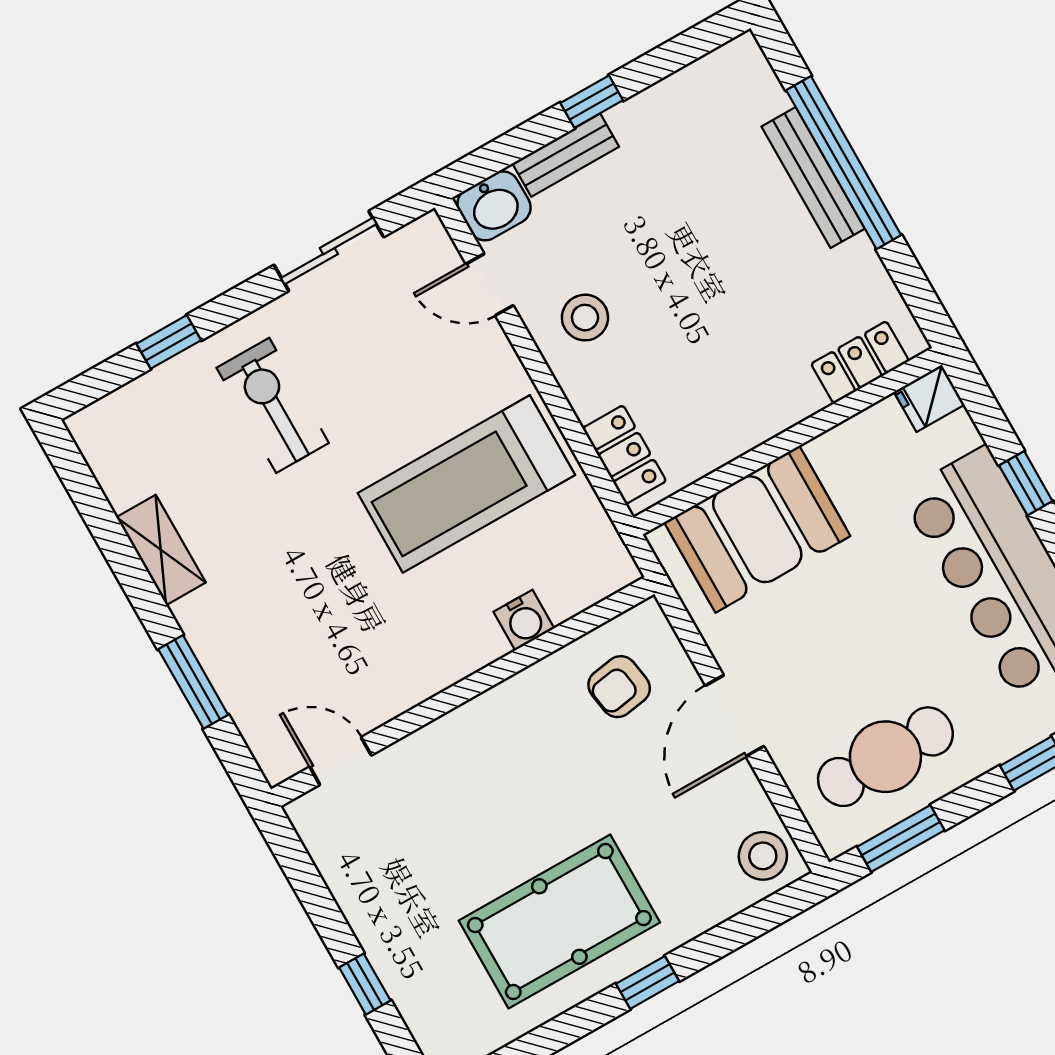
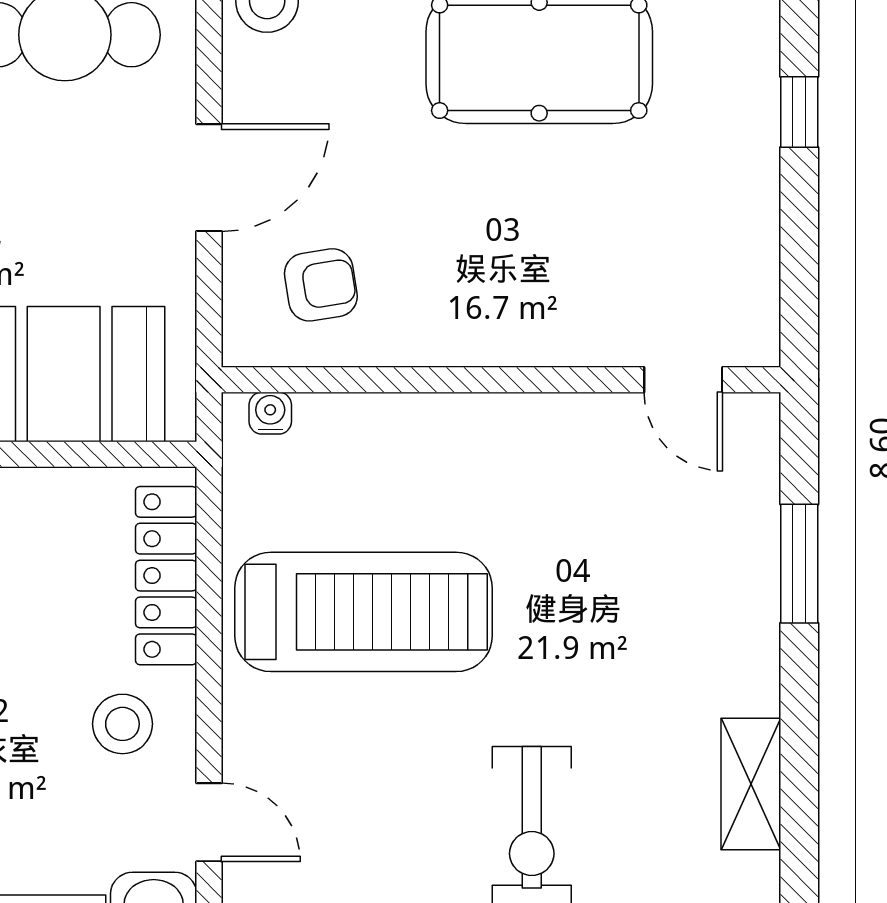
locker: (624, 455) -> (166, 576), width x1.53
shelving: (161, 550) -> (751, 784), moved
water cooler: (524, 620) -> (270, 413), moved, width x0.72, depth x0.72

